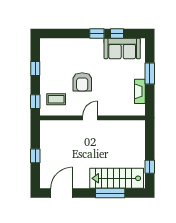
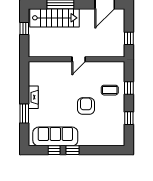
sofa: (122, 48) -> (55, 136), width x1.36
door: (90, 118) -> (79, 59), moved
wall: (92, 118) -> (77, 59), moved

